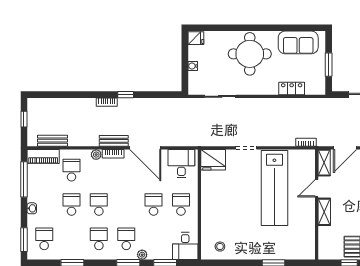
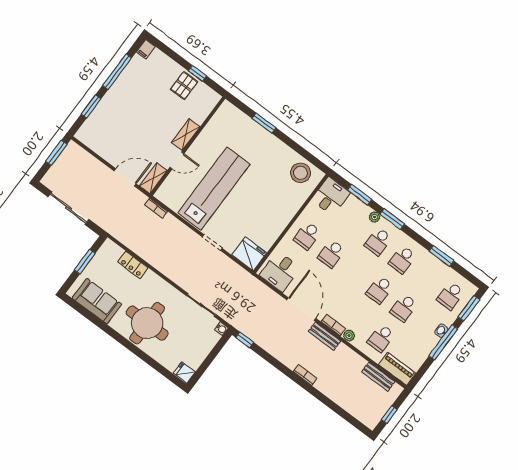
water cooler: (193, 66) -> (221, 329), moved
window: (126, 95) -> (245, 340), moved
window: (24, 179) -> (443, 342), moved
stool: (220, 247) -> (301, 173), width x1.89, depth x1.89

